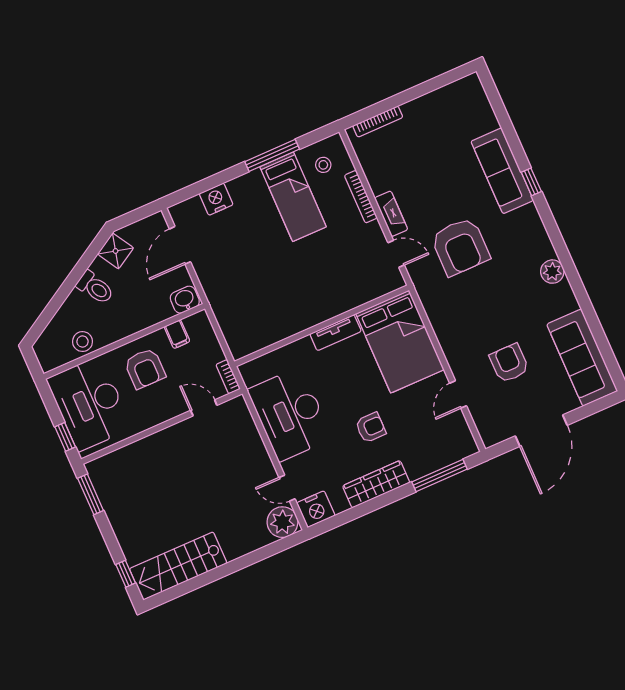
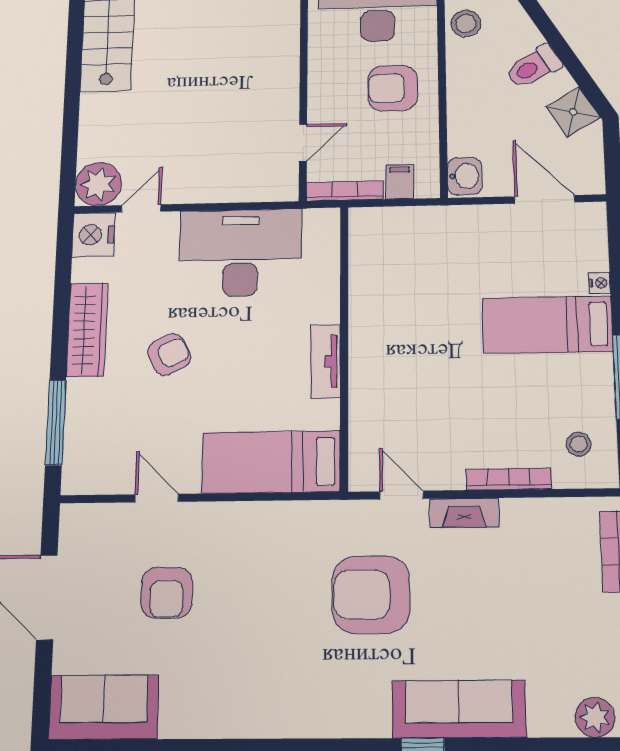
bed: (293, 197) -> (547, 325), moved
nightstand: (216, 199) -> (599, 283), width x0.53, depth x0.56
door: (396, 254) -> (402, 495), swing flipped
plant: (552, 272) -> (595, 717), moved
filing cabinet: (177, 334) -> (400, 182), moved, turned 90
bed: (400, 342) -> (271, 462), width x0.67
sofa: (582, 358) -> (104, 707), width x0.73
armchair: (509, 363) -> (167, 593), turned 90
bookcase: (228, 377) -> (345, 191), width x1.56
armchair: (371, 427) -> (169, 355), turned -117

